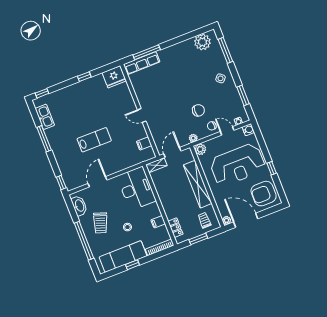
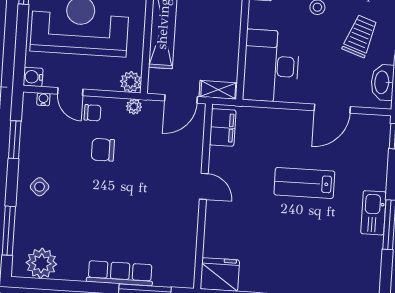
row of seats: (142, 63) -> (120, 273), moved
kitchen sink: (45, 117) -> (373, 213), moved
filing cabinet: (144, 144) -> (223, 127), width x2.00

